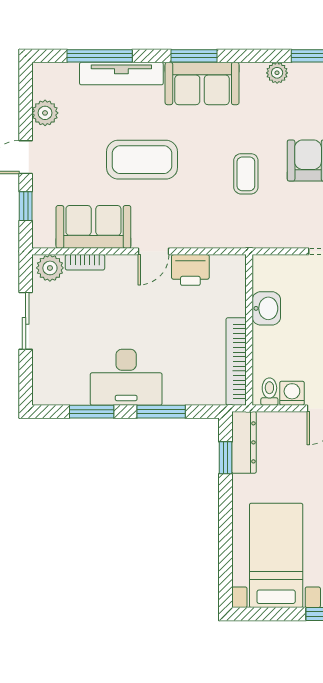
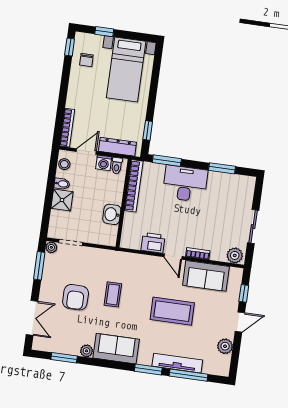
window: (194, 56) -> (148, 369), moved
sofa: (202, 83) -> (116, 349), moved
door: (154, 251) -> (173, 257), swing flipped
bookcase: (85, 262) -> (198, 254), moved
desk: (126, 377) -> (185, 184), moved
window: (161, 412) -> (167, 161), moved
dresser: (244, 442) -> (117, 147), moved, turned 90

